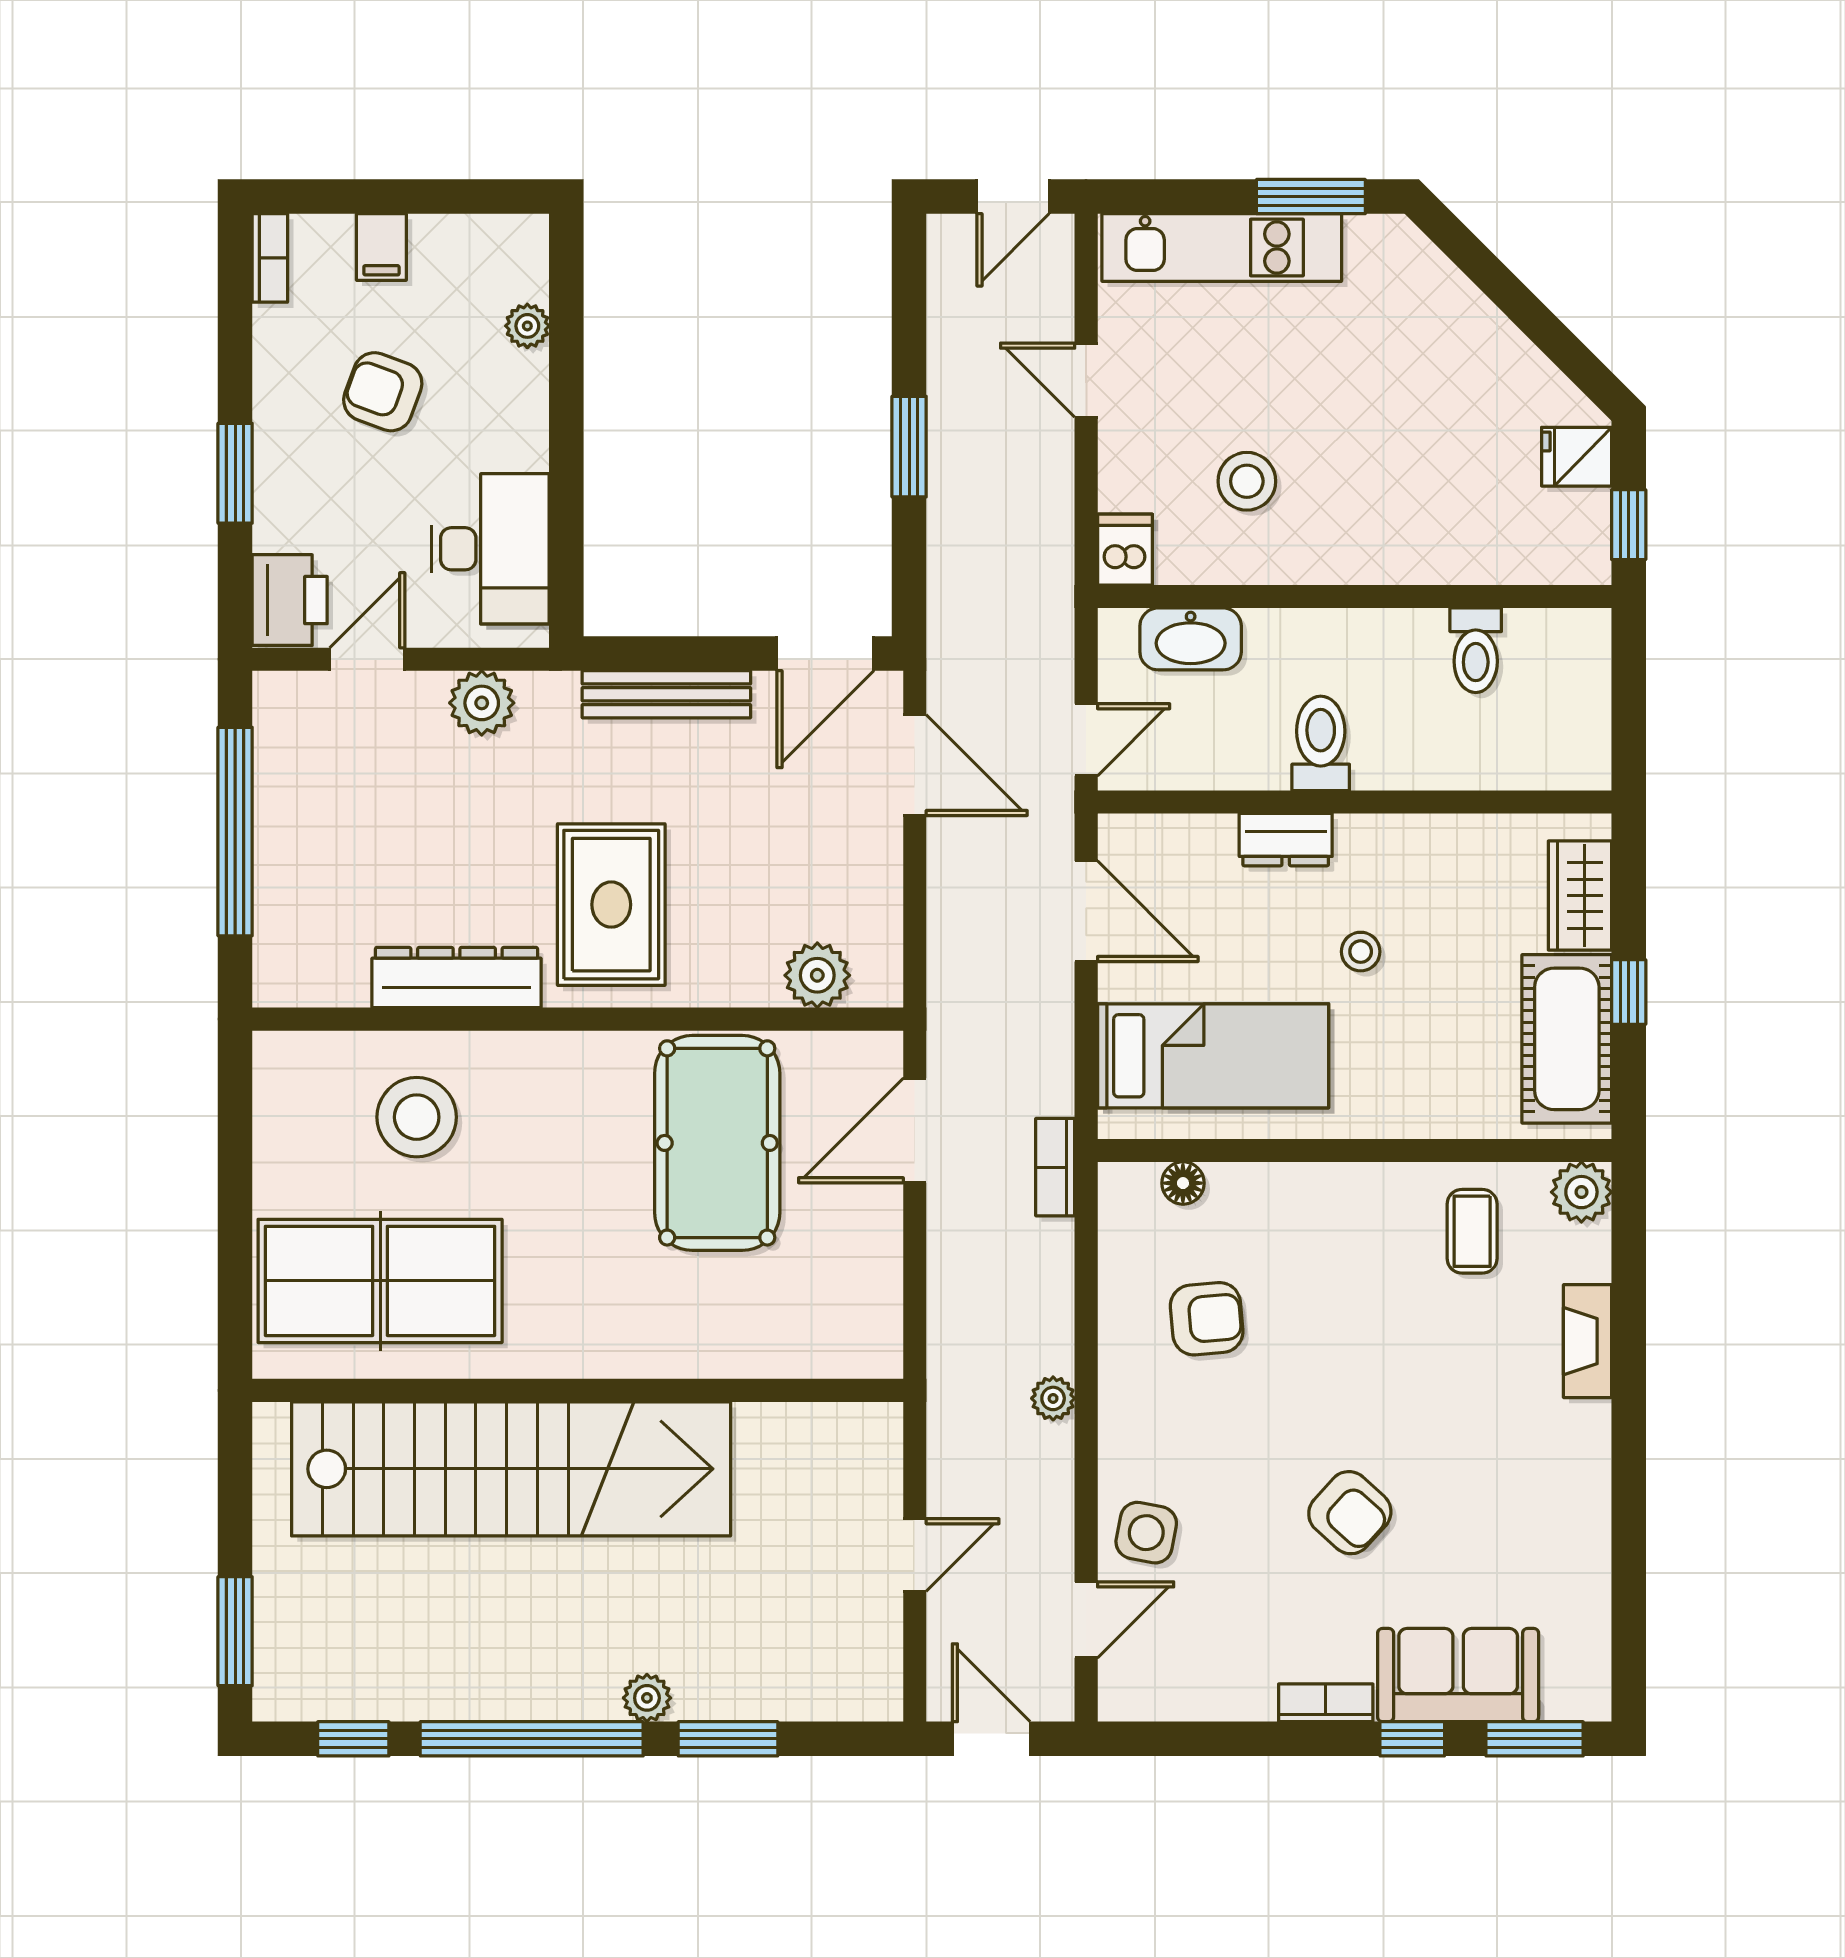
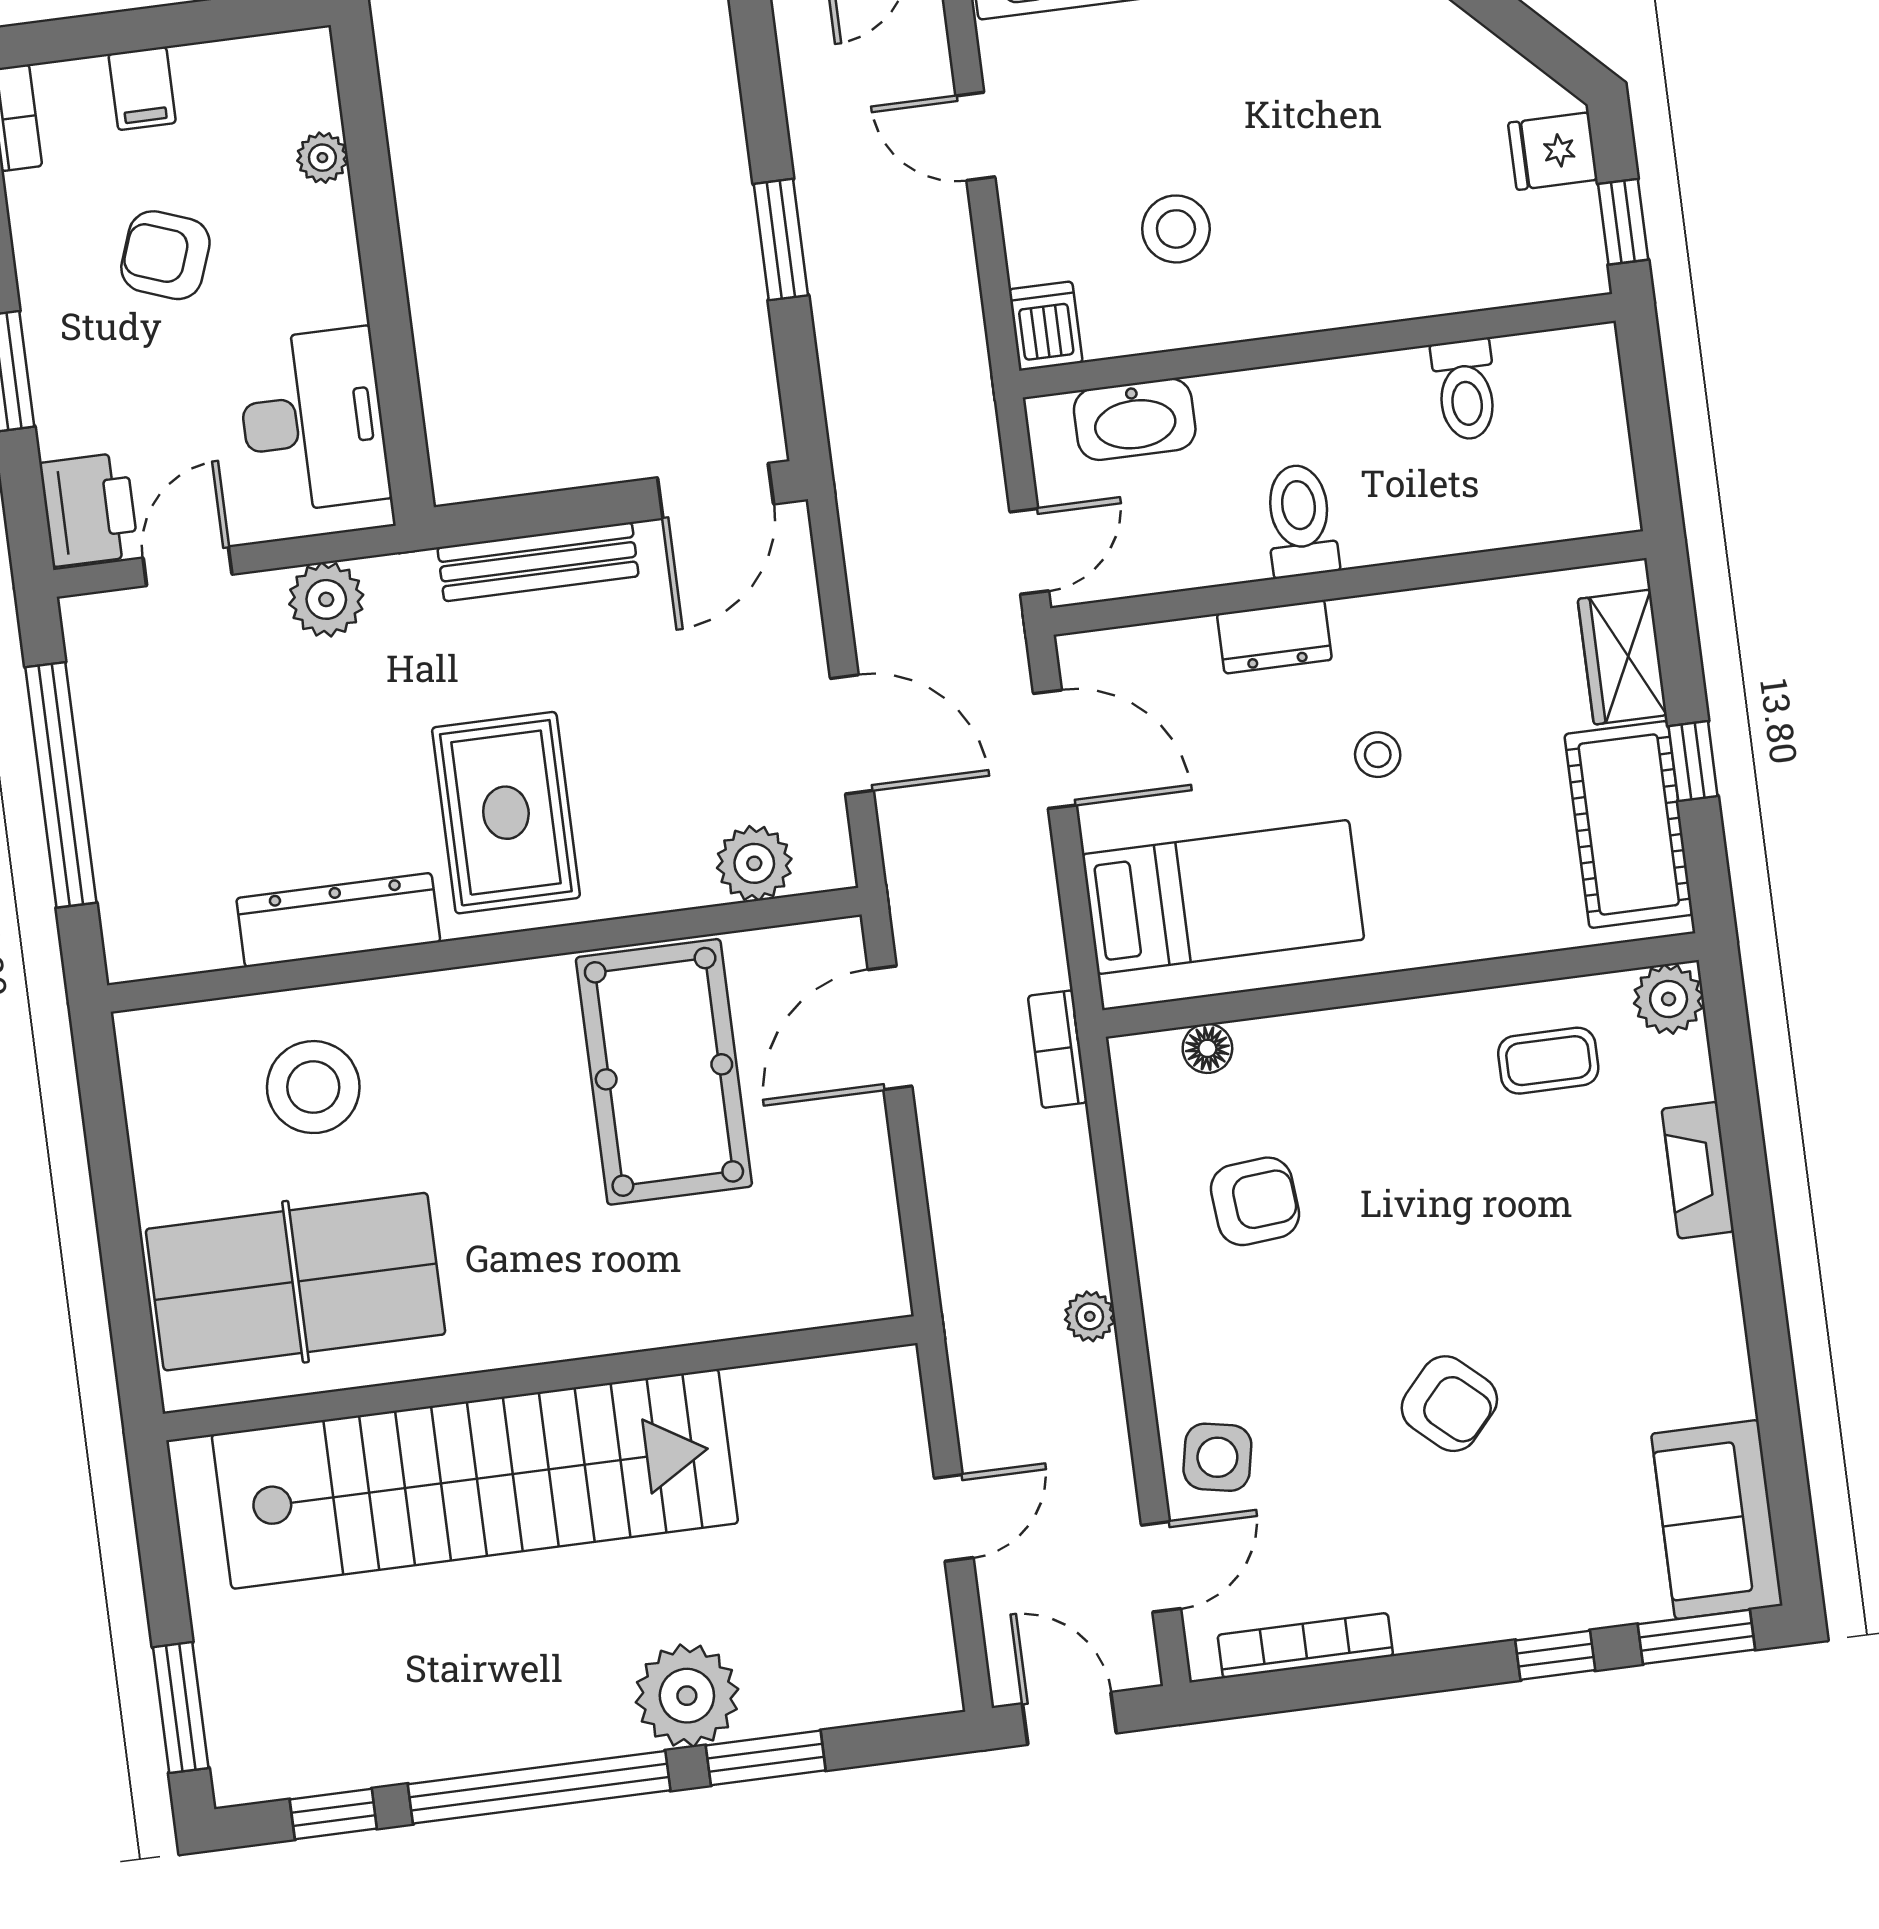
door: (915, 765) -> (852, 734), moved
coffee table: (1472, 1231) -> (1548, 1061), turned 90
sofa: (1458, 1675) -> (1717, 1520), moved, turned -90
plant: (647, 1698) -> (687, 1696), width x1.88, depth x1.88
bookcase: (1326, 1703) -> (1305, 1645), moved, width x1.56

